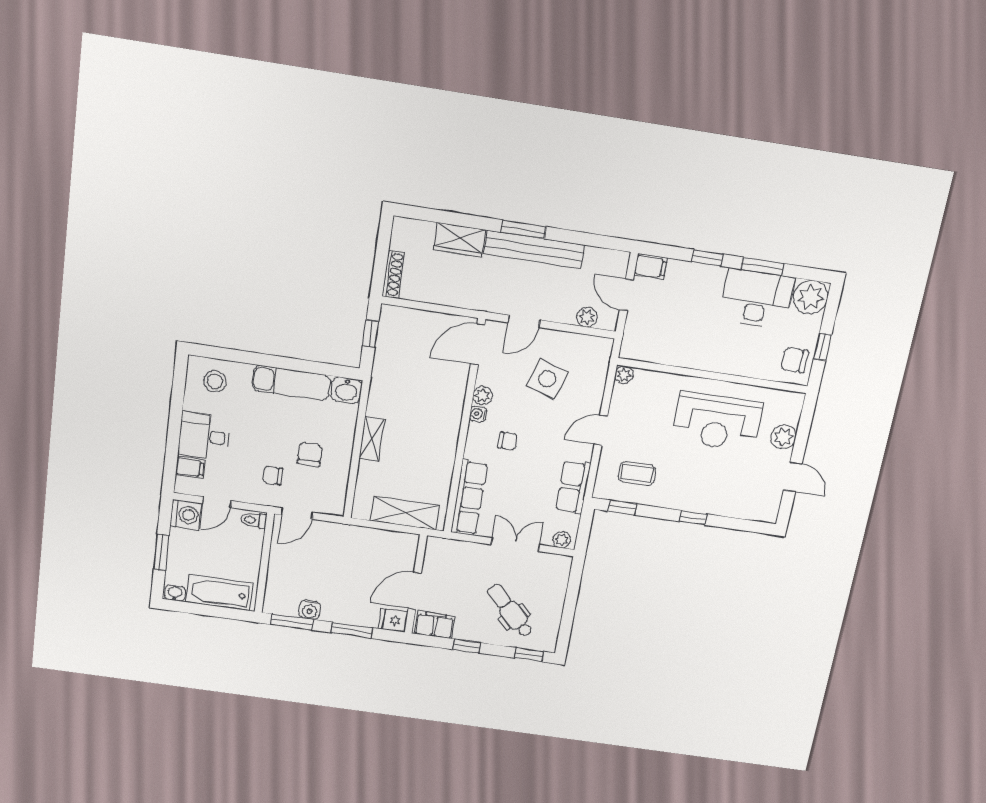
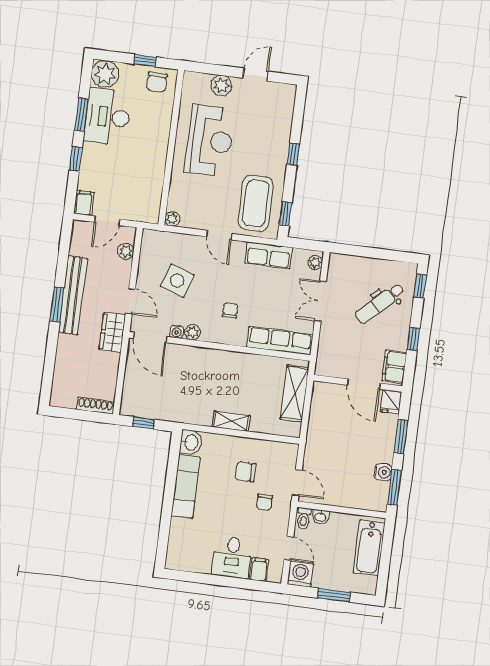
wardrobe: (459, 240) -> (112, 333), moved, turned 180
stool: (215, 381) -> (186, 548), removed
water cooler: (478, 414) -> (177, 332), moved
coffee table: (637, 474) -> (256, 203), width x1.86, depth x1.72
washbasin: (175, 593) -> (320, 517), moved, turned -90

